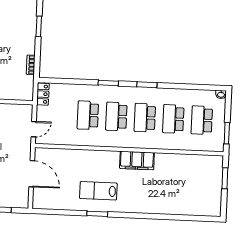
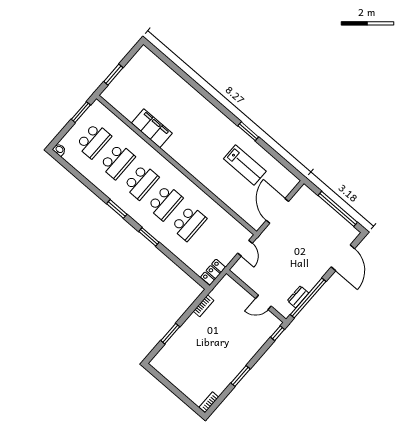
door: (34, 129) -> (245, 248), swing flipped
filing cabinet: (137, 160) -> (152, 128), moved
lab bench: (98, 191) -> (245, 165), moved

